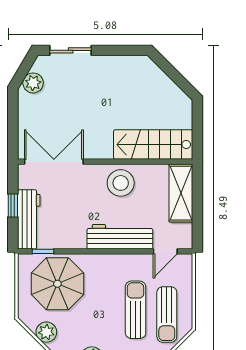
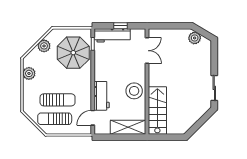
sliding door: (71, 50) -> (214, 88), moved
double door: (54, 162) -> (147, 51), width x0.73
workbench: (120, 237) -> (102, 96), width x0.73
door: (165, 251) -> (93, 118), hinge flipped

